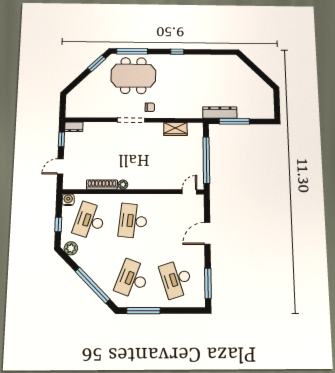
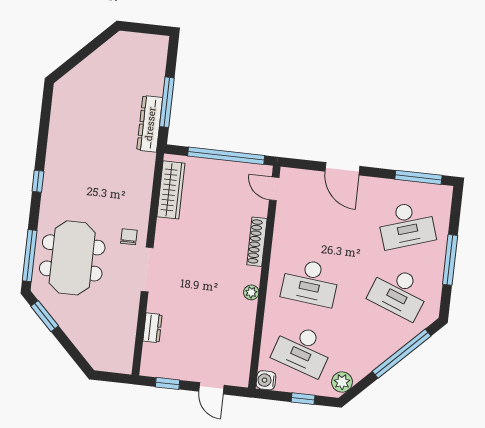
dresser: (74, 127) -> (153, 328), moved
wardrobe: (175, 129) -> (171, 190), width x1.50
shoe rack: (102, 185) -> (257, 242), moved
window: (143, 311) -> (450, 260), moved

